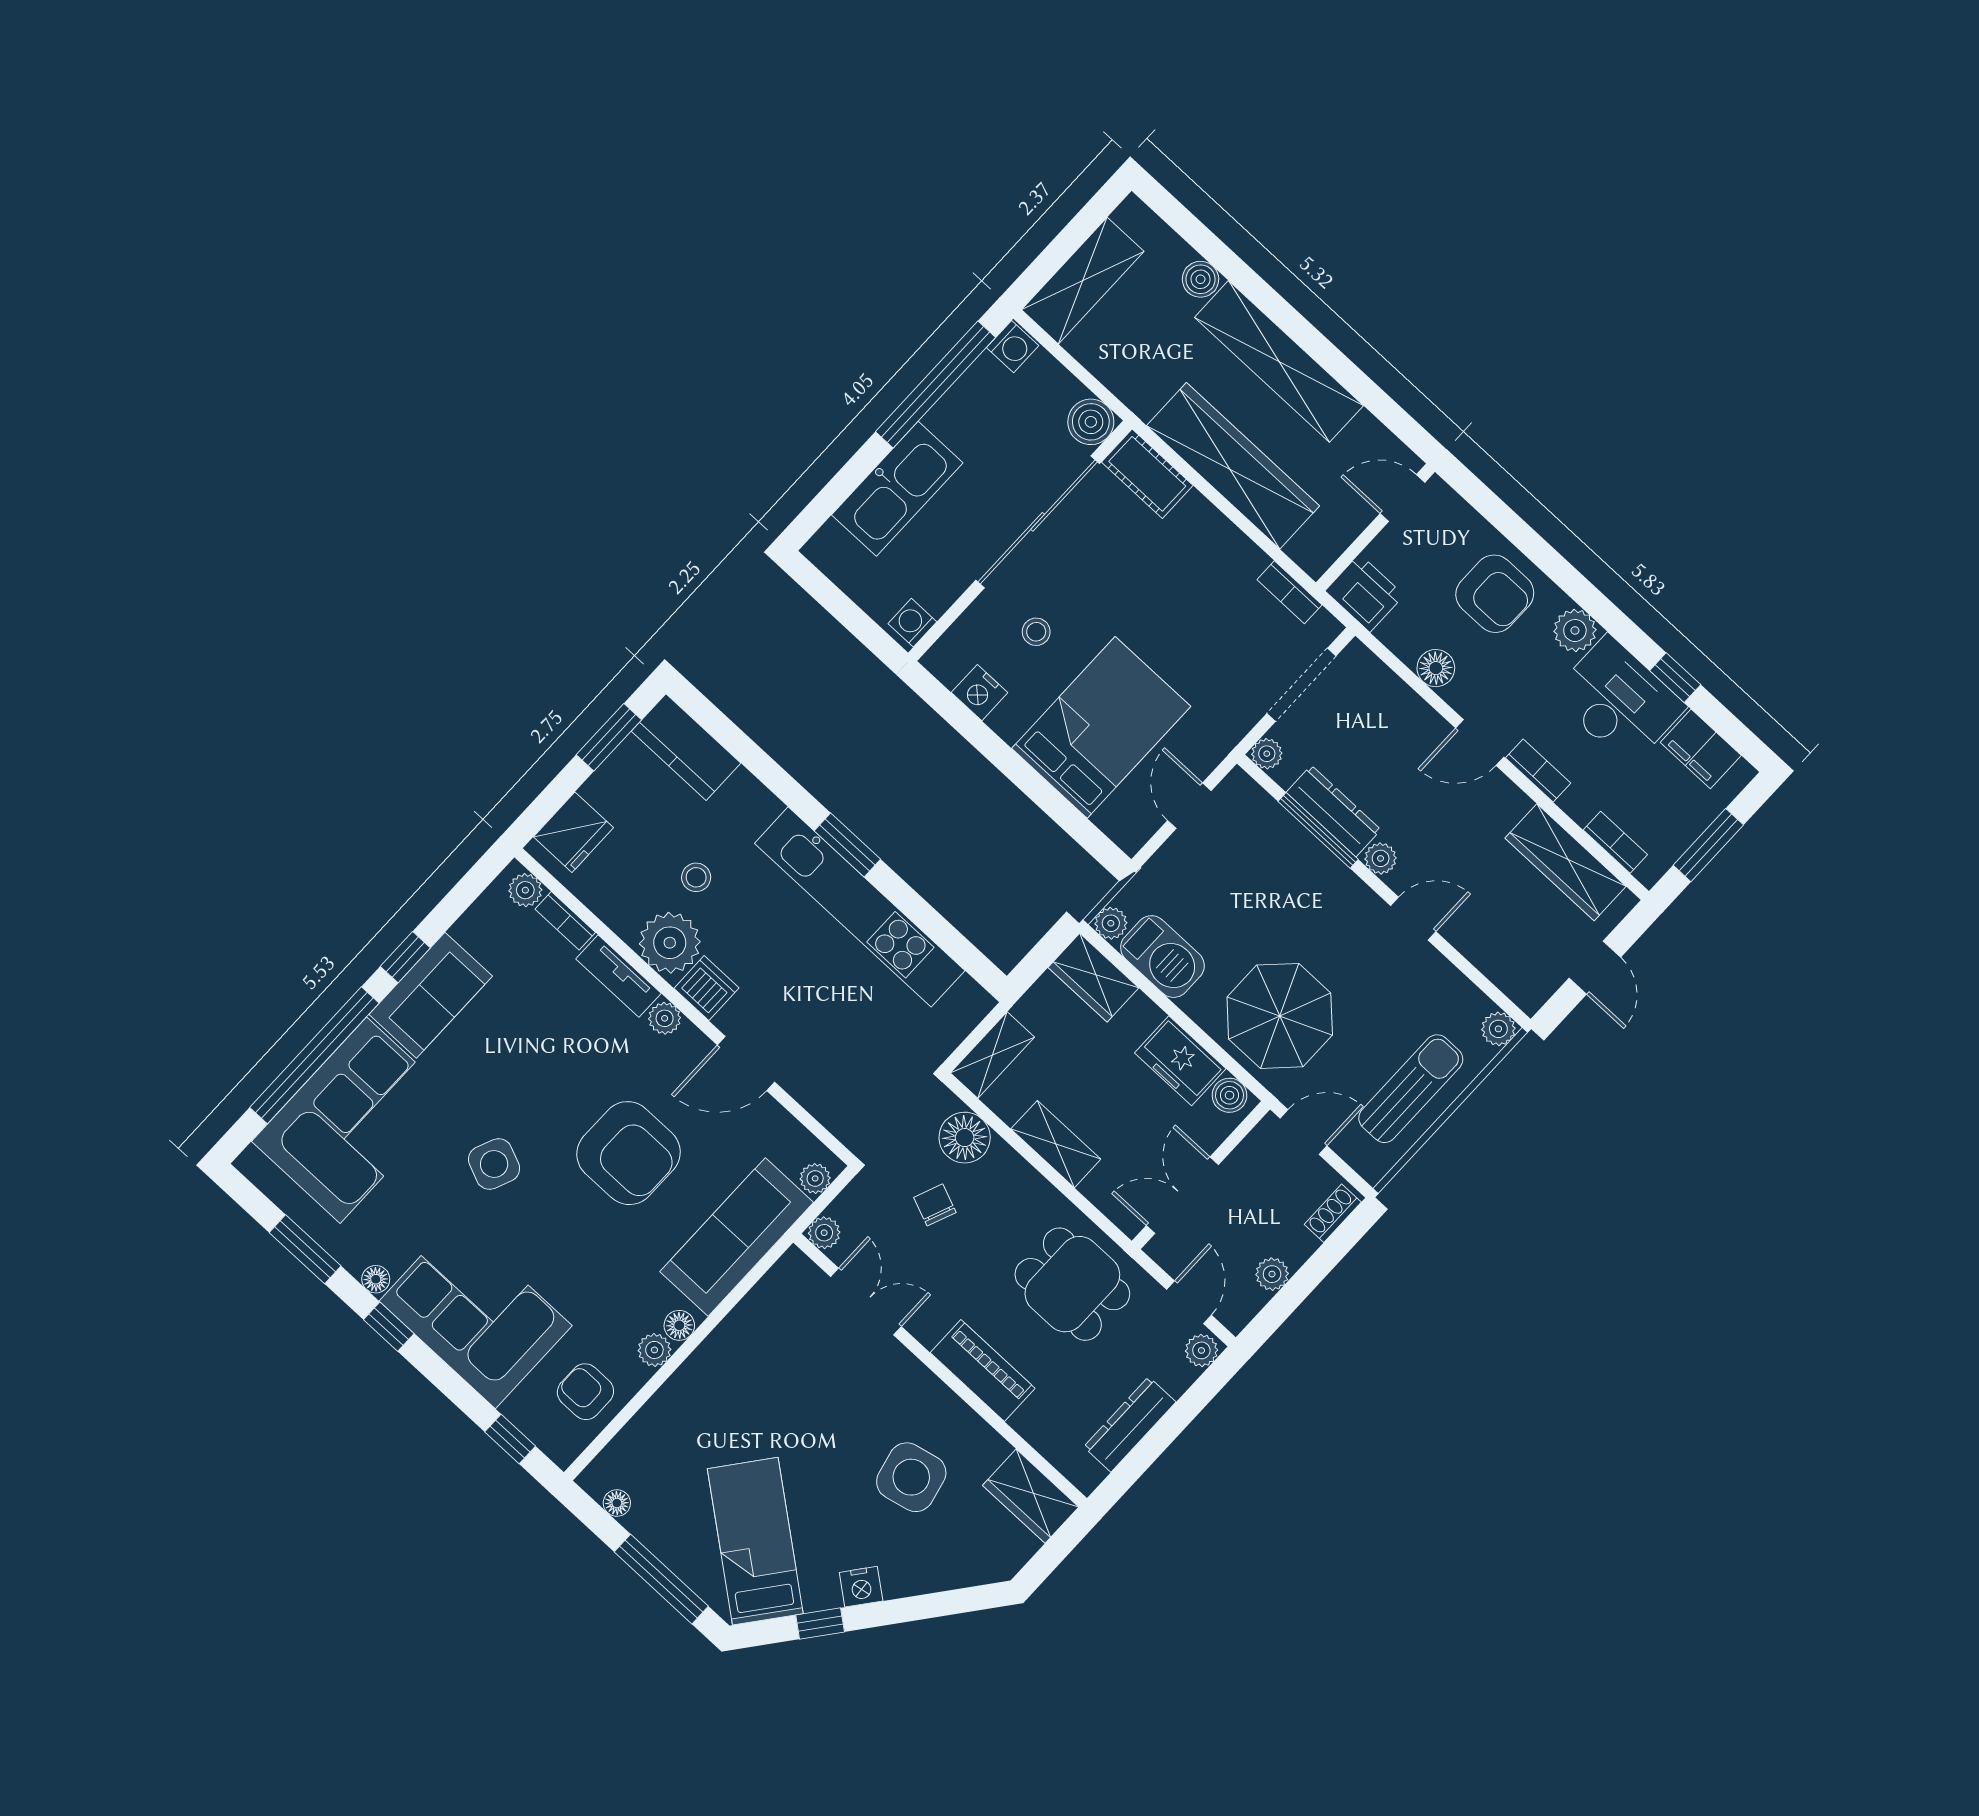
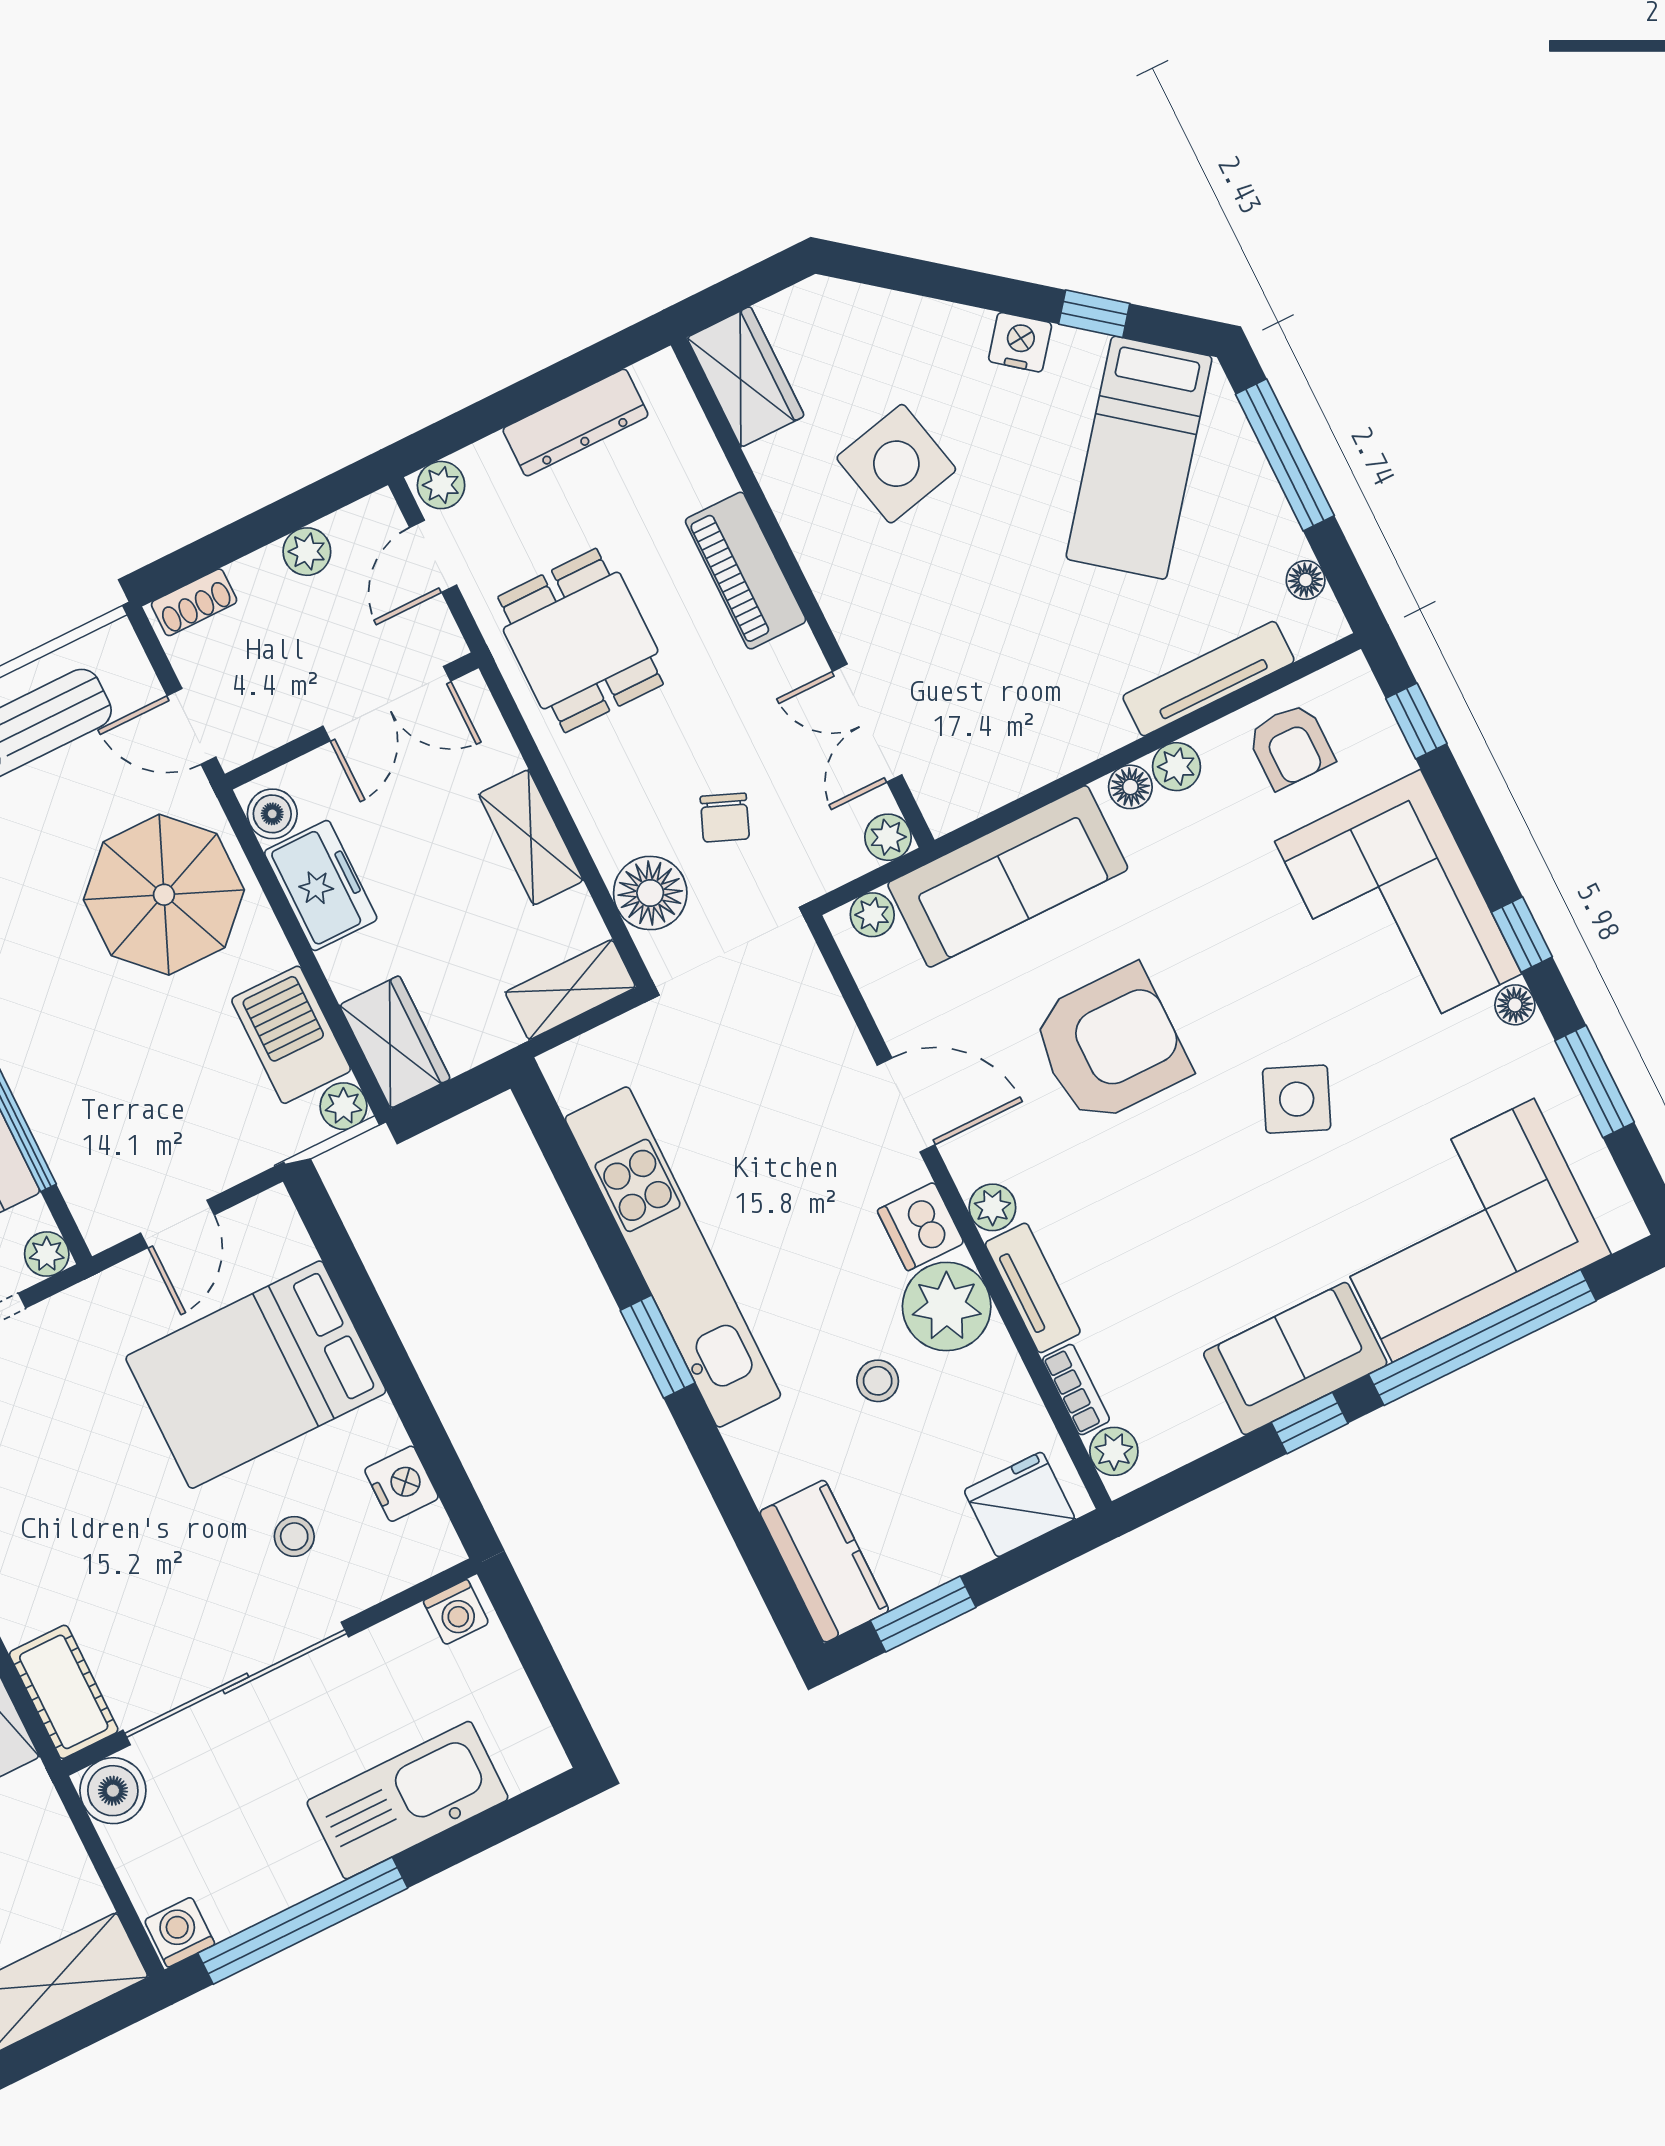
armchair: (628, 1153) -> (1110, 1045), turned 90
tv unit: (655, 1415) -> (1208, 679), added

